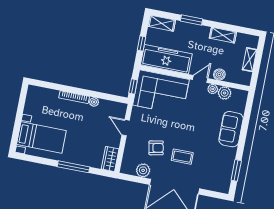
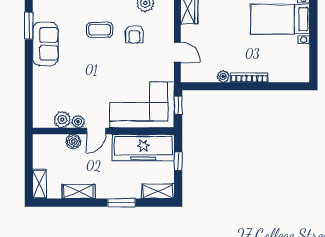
shelving: (250, 60) -> (39, 184), moved
sofa: (231, 129) -> (45, 44), moved
armchair: (156, 148) -> (134, 34), turned -79

